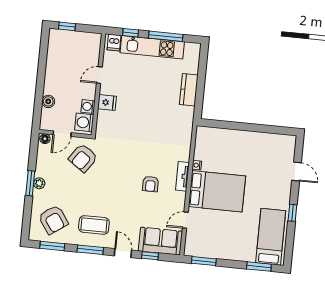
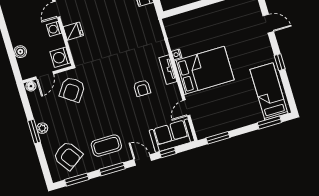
washing machine: (88, 107) -> (54, 29), moved

